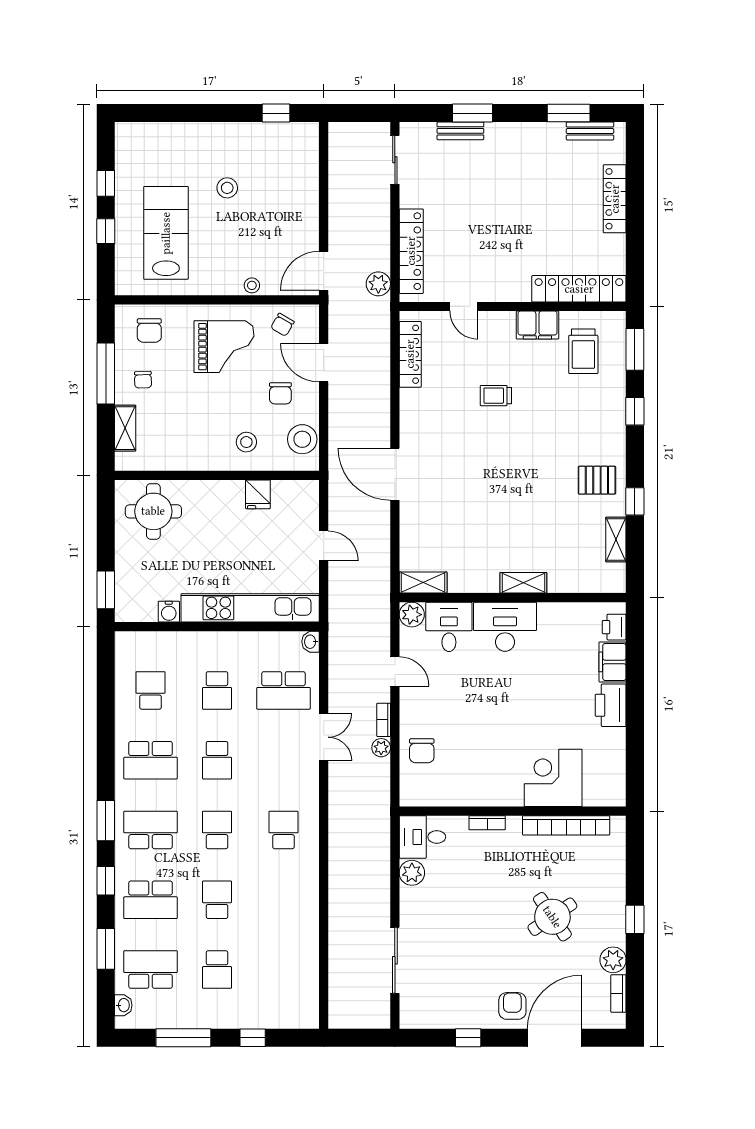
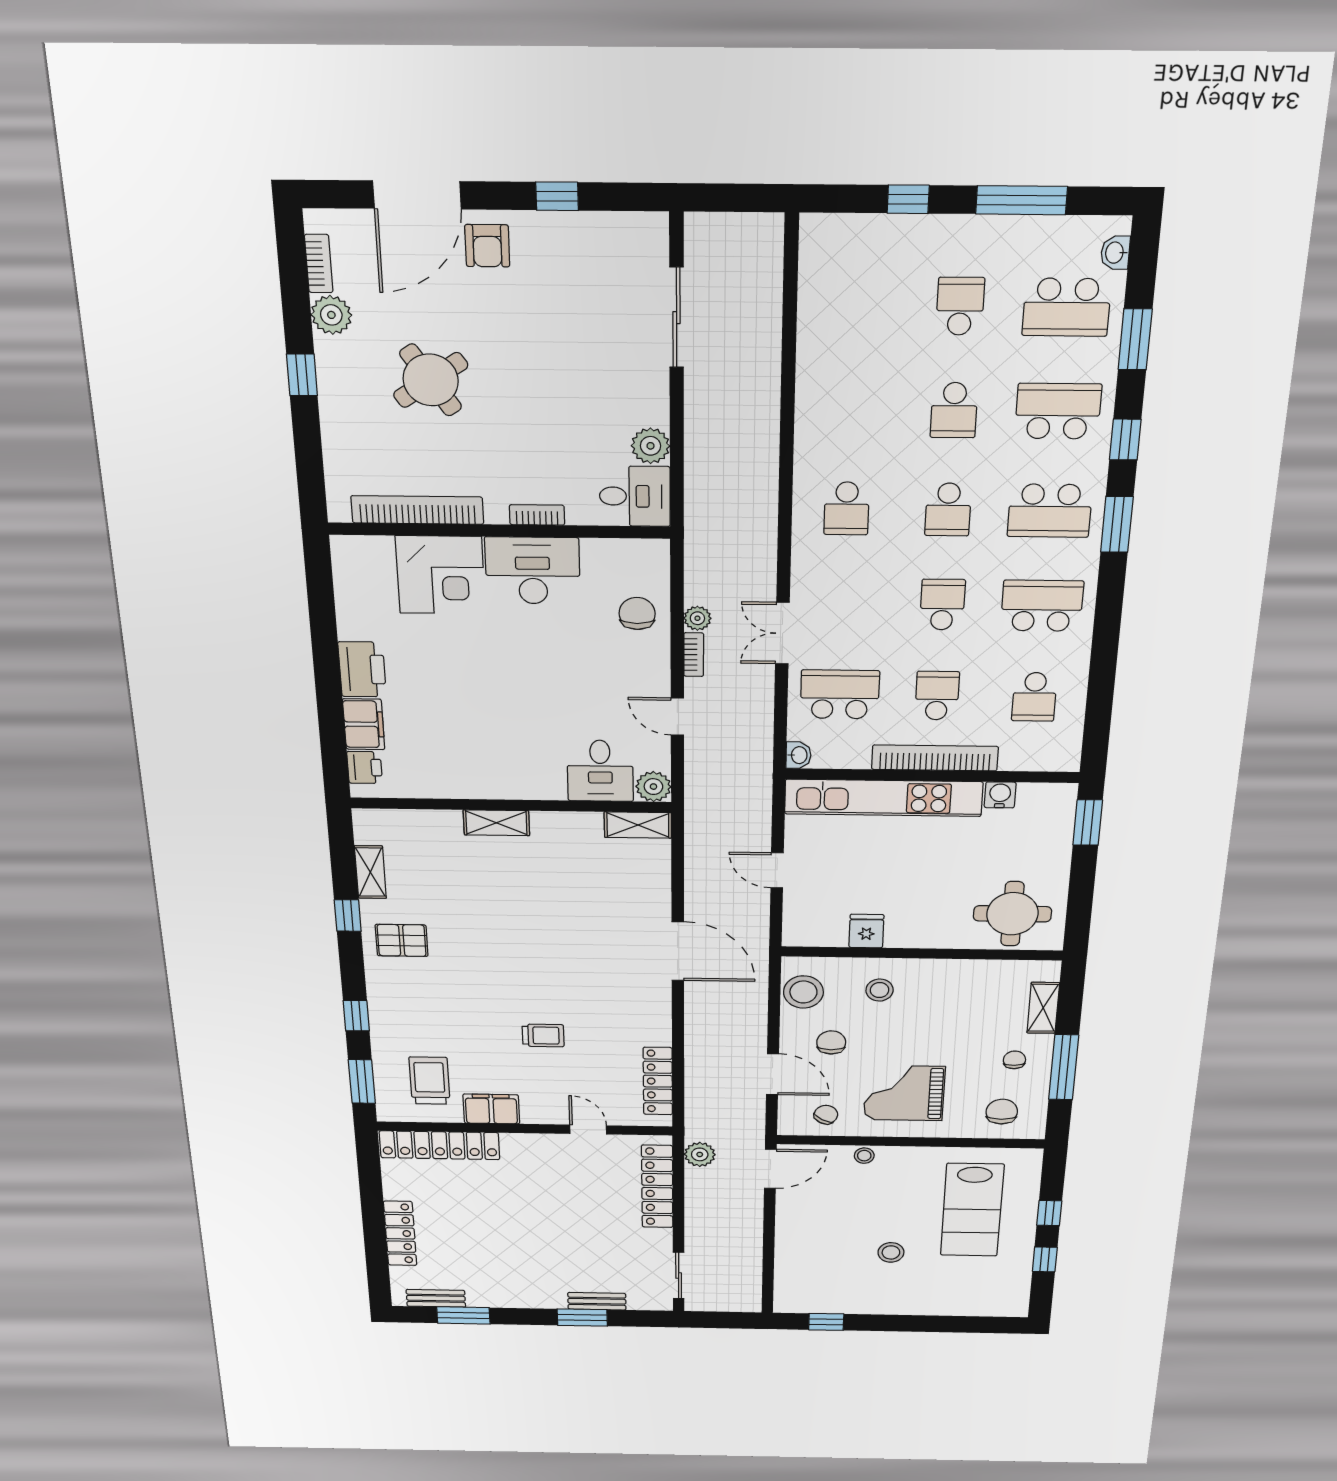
desk: (505, 627) -> (533, 571), moved, turned 180
bookcase: (216, 641) -> (935, 758), added

